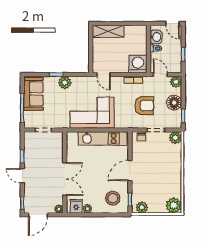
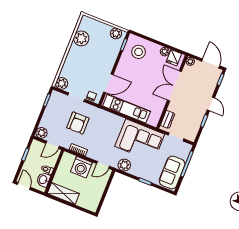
shelving: (108, 31) -> (63, 193), moved
washing machine: (138, 64) -> (81, 167), moved
door: (104, 75) -> (103, 165), swing flipped
door: (160, 75) -> (53, 145), hinge flipped
plant: (65, 83) -> (124, 165), moved
floor lamp: (174, 103) -> (50, 115), removed
armchair: (144, 106) -> (78, 123), turned -90
corner sofa: (92, 113) -> (140, 140), moved
dresser: (58, 144) -> (168, 120), added
door: (130, 171) -> (108, 83), moved
plant: (174, 205) -> (81, 38), moved
door: (38, 215) -> (211, 64), hinge flipped

